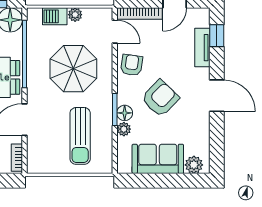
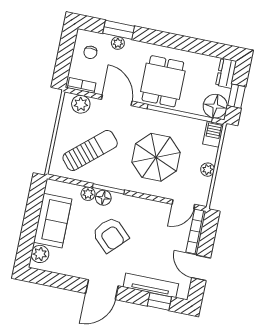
barbecue: (55, 16) -> (213, 134), moved
tv unit: (202, 48) -> (151, 285), width x1.41
armchair: (132, 65) -> (148, 214), removed
sun lounger: (80, 136) -> (90, 150), turned 139
plant: (36, 155) -> (81, 104), added

